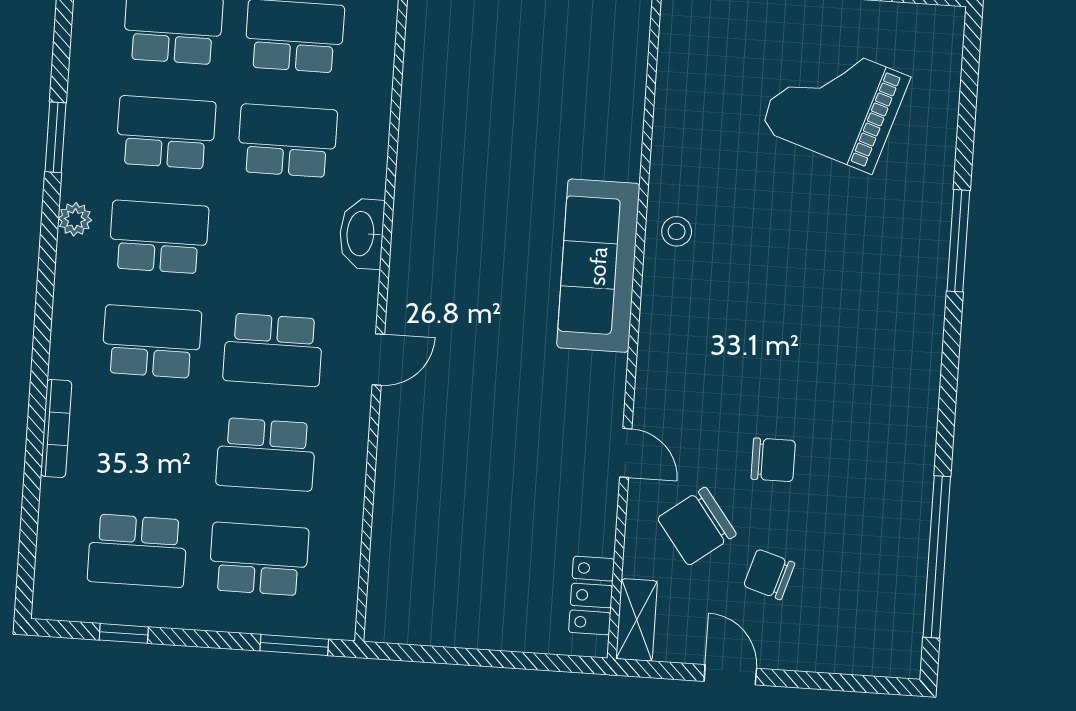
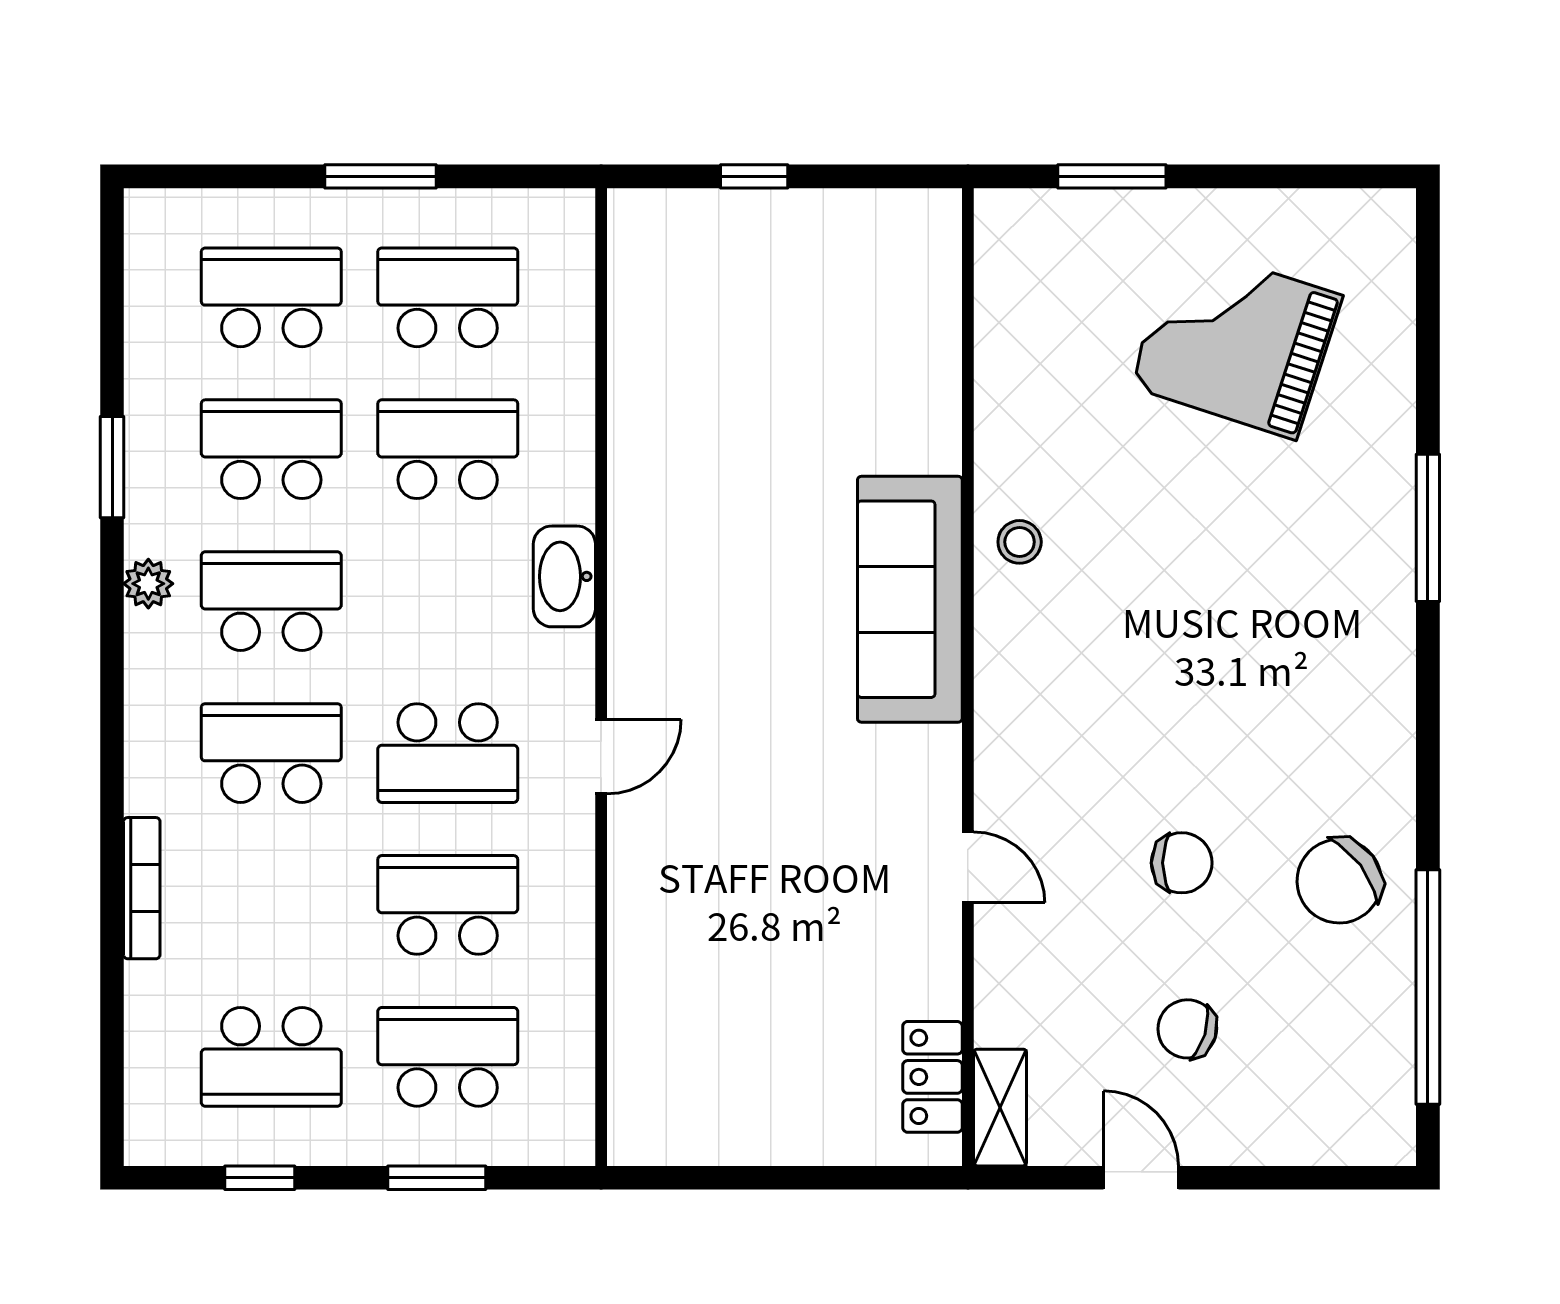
school desk: (266, 454) -> (448, 905), turned 180
chair: (697, 526) -> (1339, 881), moved
window: (294, 645) -> (437, 1178), moved

